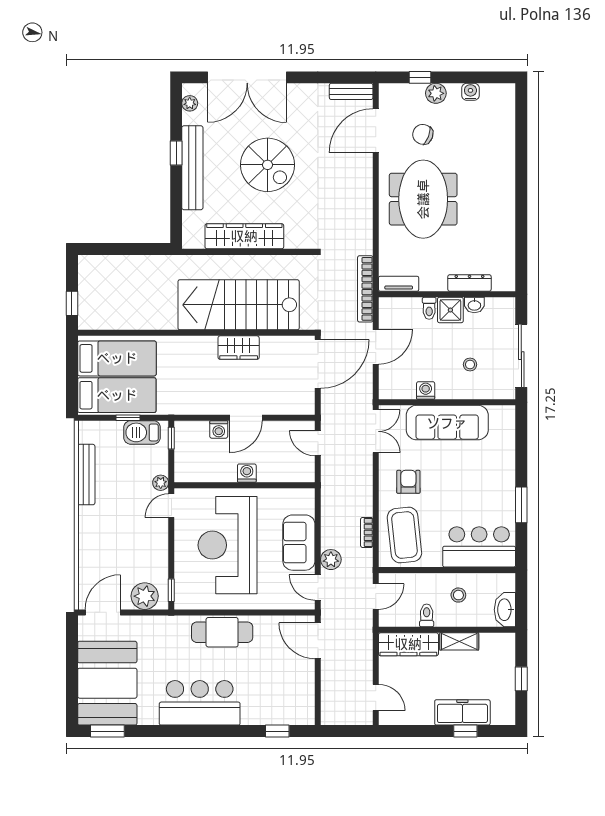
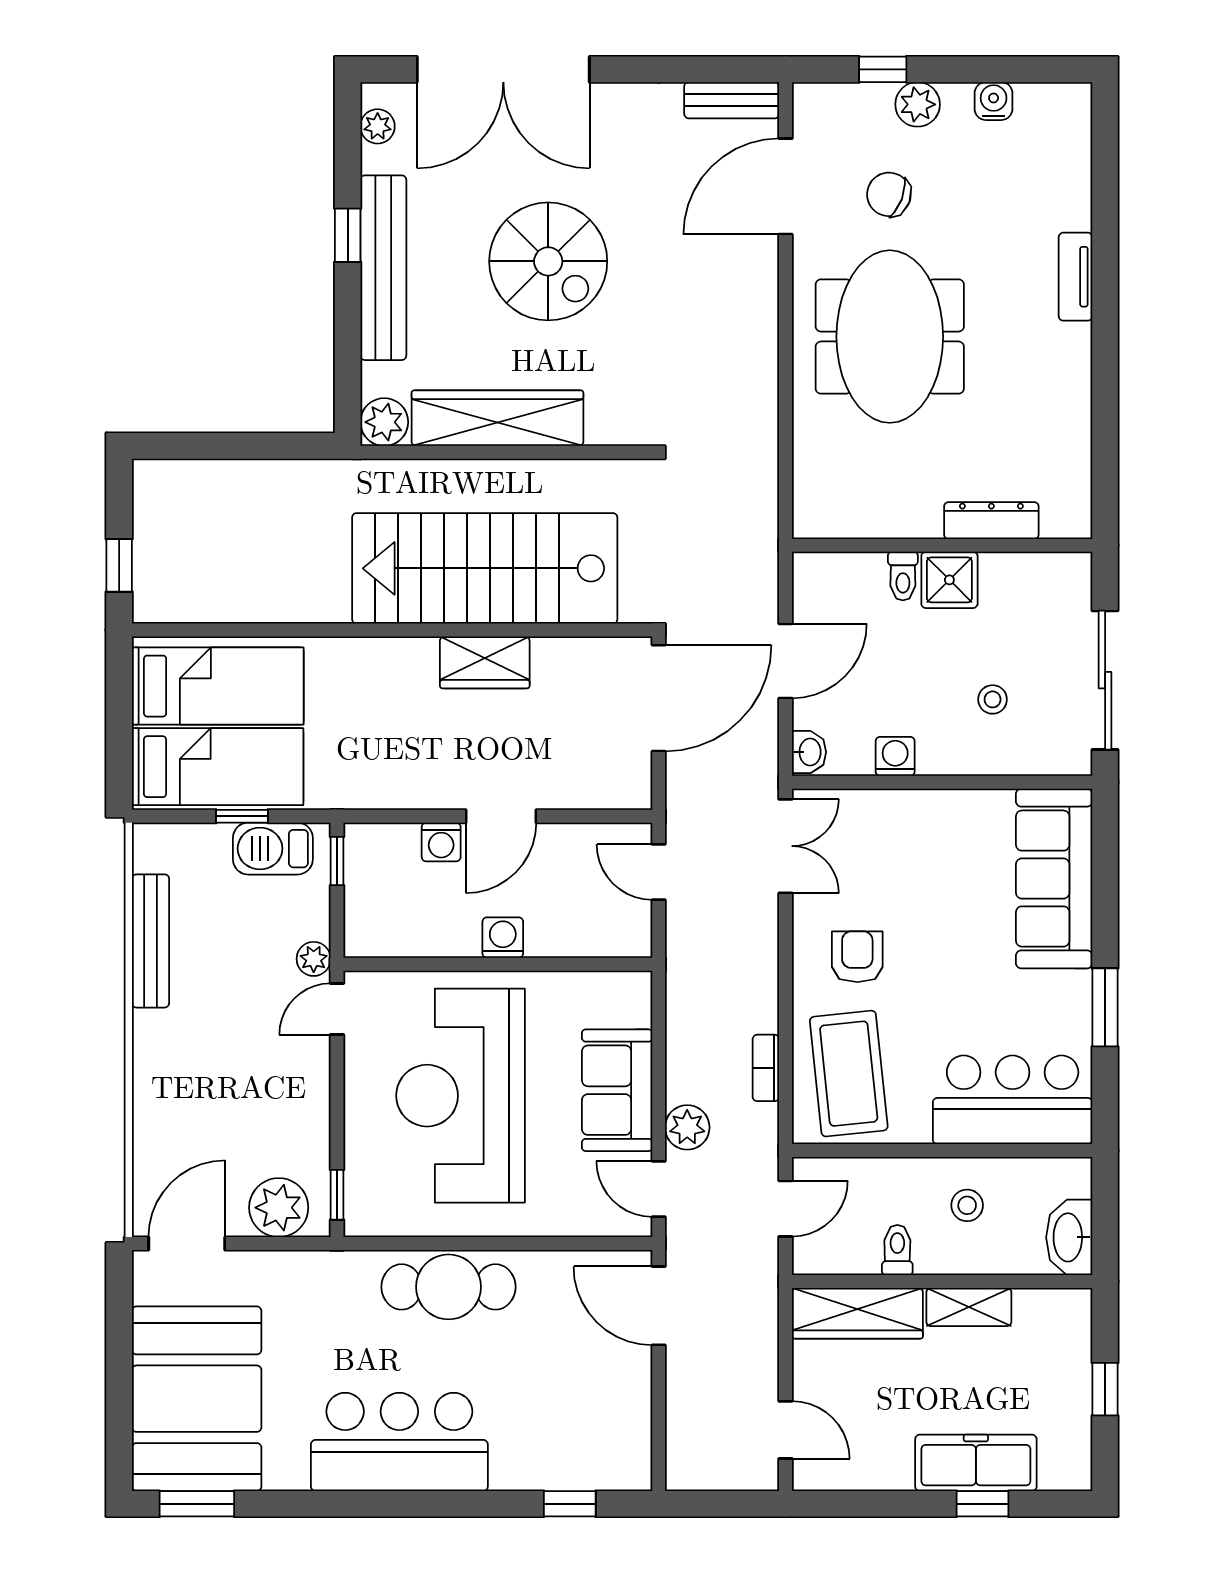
plant: (193, 238) -> (384, 422), added
tv unit: (399, 284) -> (1076, 277), moved, turned -90
bookcase: (365, 289) -> (763, 534), removed
washbasin: (474, 305) -> (809, 752), moved, turned -90
sofa: (447, 423) -> (1054, 879), moved, turned 90

